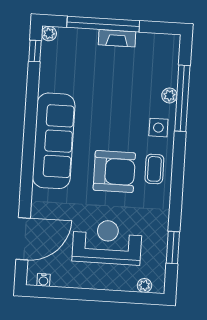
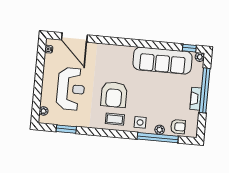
armchair: (163, 66) -> (178, 127), added
sofa: (54, 141) -> (163, 61), moved

